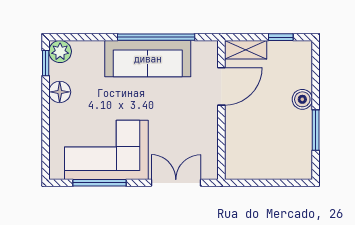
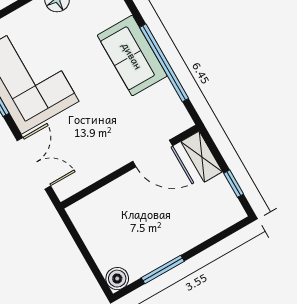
sofa: (148, 59) -> (132, 56), width x0.73
boiler: (302, 99) -> (117, 279), moved

